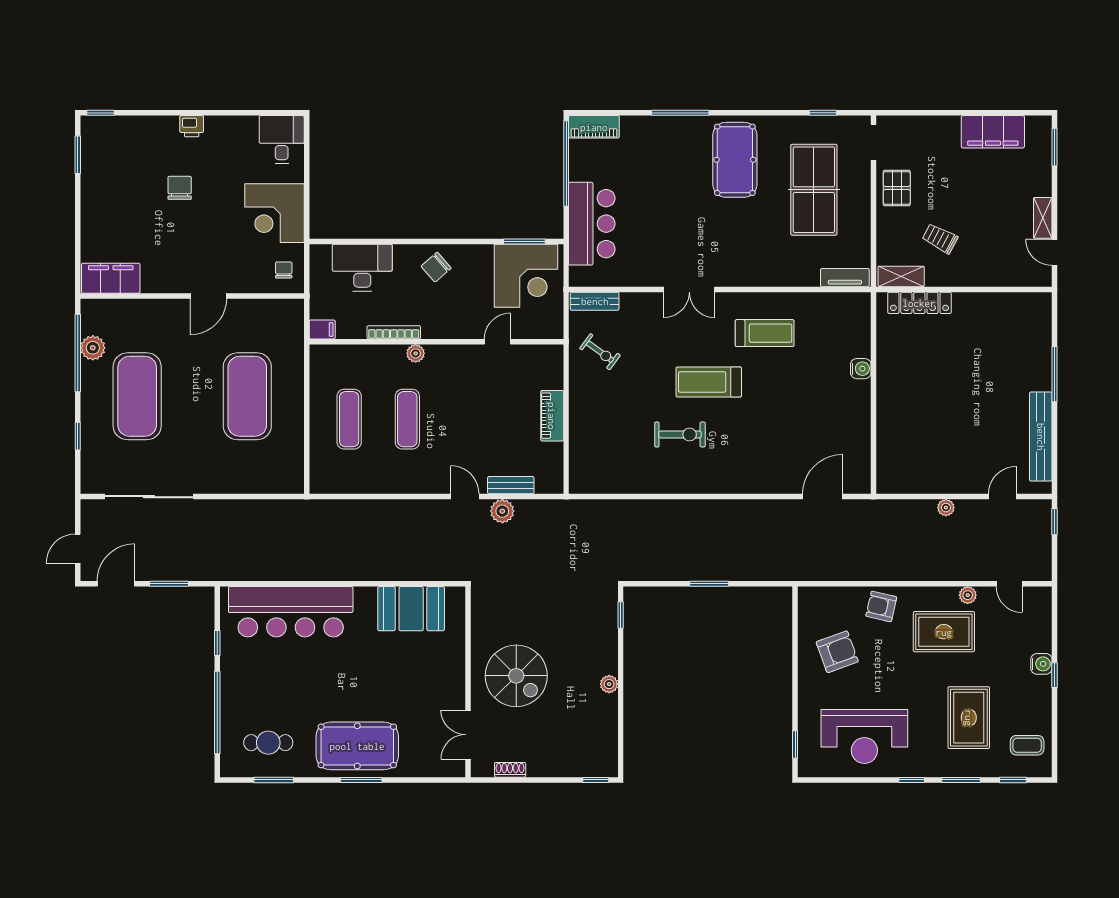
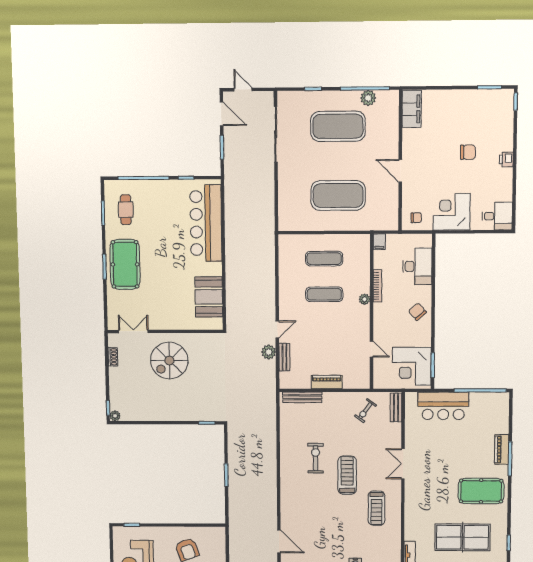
piano: (594, 127) -> (502, 449), moved
exercise bike: (680, 434) -> (316, 458), turned 180
bench: (578, 456) -> (302, 397), added
plant: (609, 684) -> (115, 416), moved

